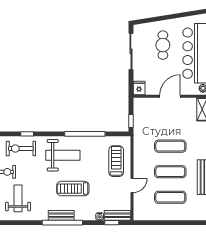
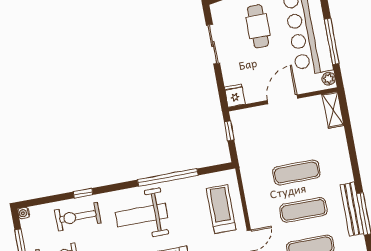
sliding door: (131, 51) -> (213, 44), width x0.73
window: (131, 121) -> (229, 131), moved
weight bench: (63, 155) -> (141, 215), turned 180

